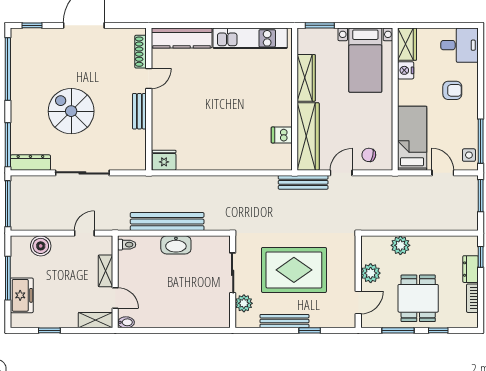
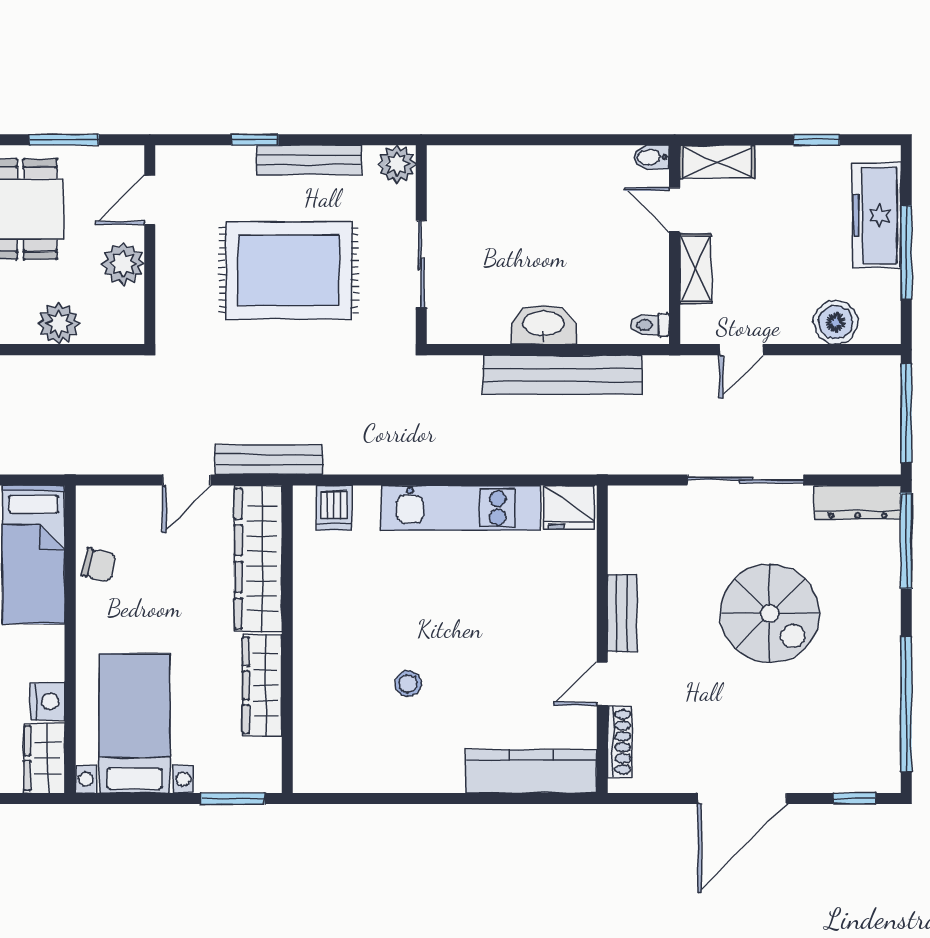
kitchen unit: (250, 38) -> (461, 508), moved, turned 180
stool: (239, 79) -> (408, 684), added
dishwasher: (282, 135) -> (334, 508), moved, turned 90
chair: (369, 155) -> (99, 565), moved
freezer: (22, 295) -> (876, 215), width x1.40
plant: (244, 303) -> (397, 164), moved

